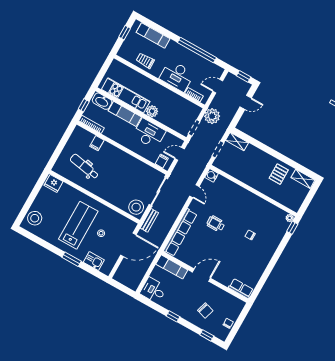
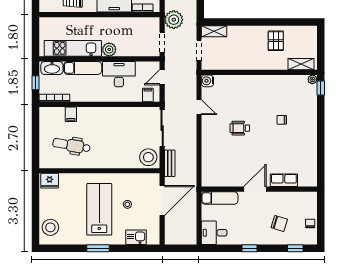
shelving: (303, 179) -> (301, 64), moved
row of seats: (180, 232) -> (208, 158), removed
window: (72, 259) -> (98, 248), moved
row of seats: (241, 289) -> (284, 180), moved

